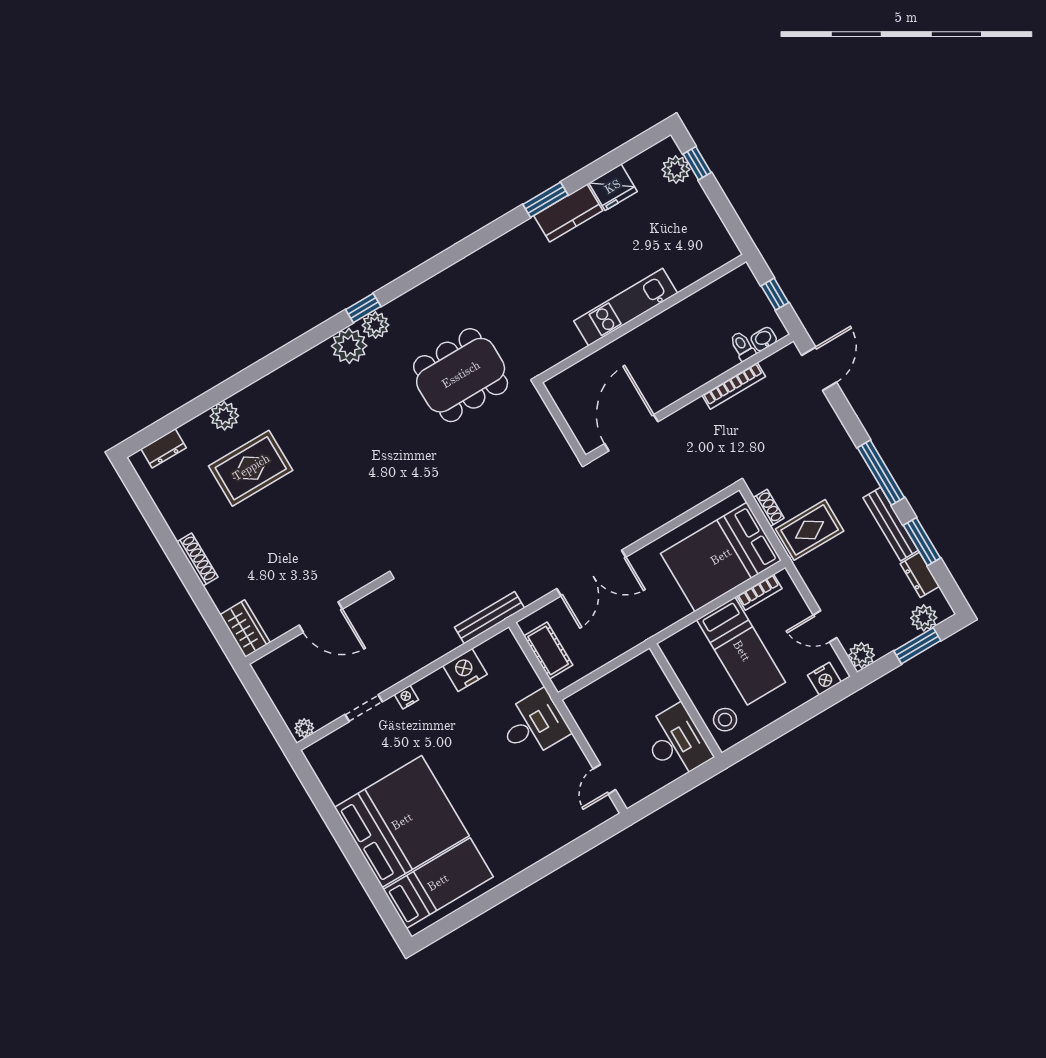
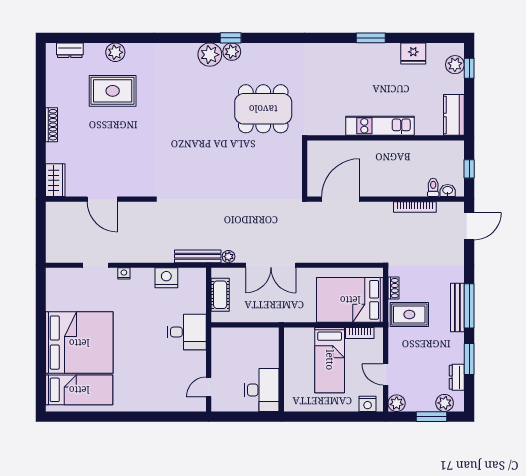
kitchen counter: (568, 213) -> (454, 115), moved, turned 90
bench: (891, 524) -> (457, 308), moved
stool: (725, 720) -> (297, 394), removed
plant: (304, 728) -> (229, 257), moved

